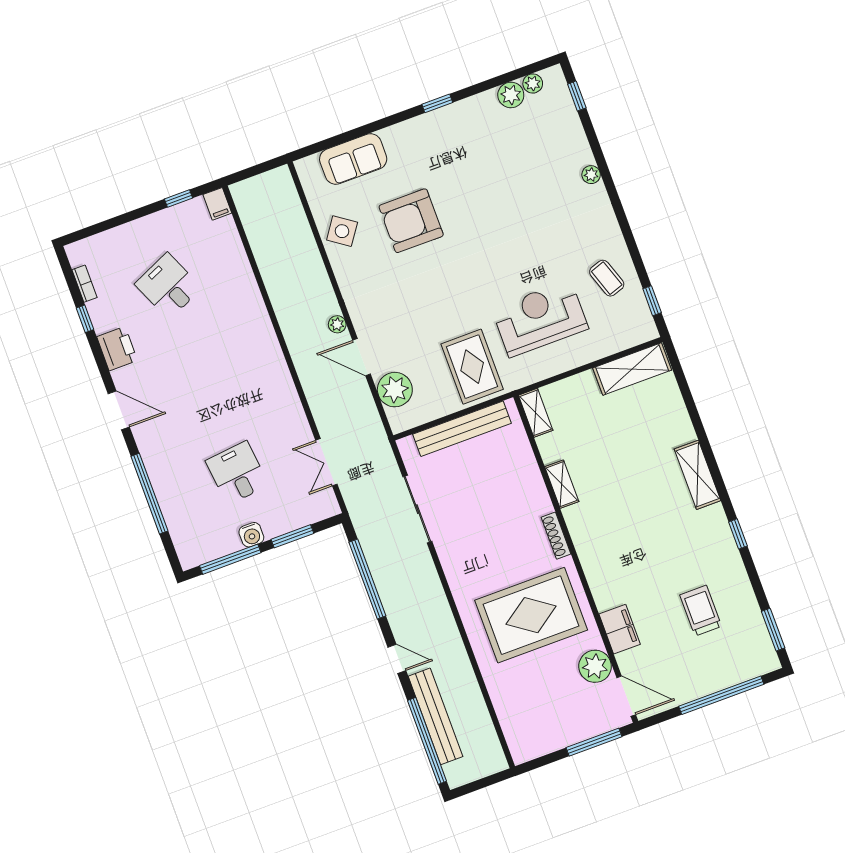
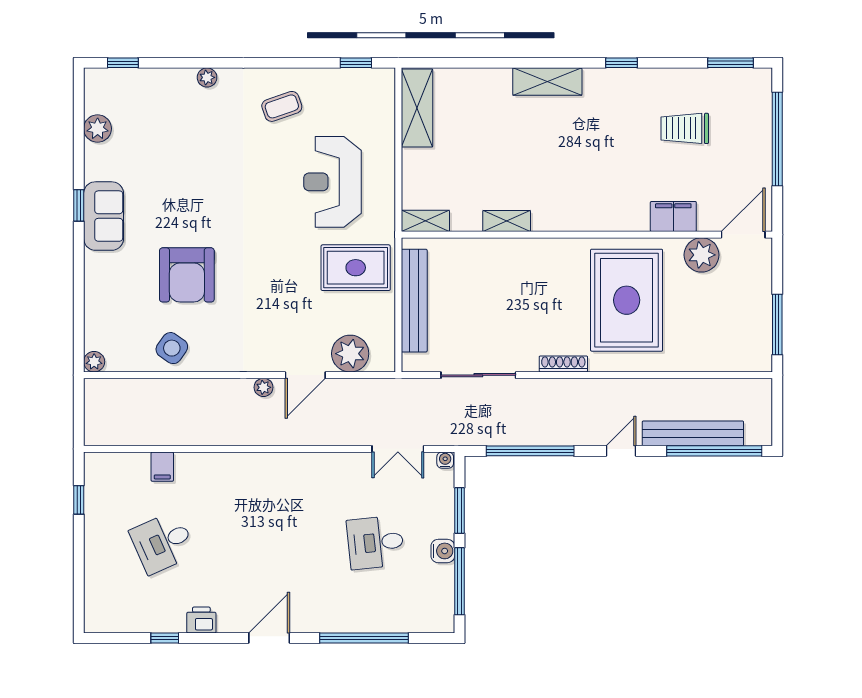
plant: (533, 83) -> (94, 362), moved
sofa: (353, 159) -> (104, 216), moved
filing cabinet: (217, 204) -> (162, 467), moved, turned 90
coffee table: (607, 278) -> (282, 106), moved
bookcase: (84, 284) -> (129, 626), removed
printer: (117, 349) -> (201, 620), width x0.73, depth x0.81
water cooler: (332, 507) -> (445, 460), added
shoe rack: (556, 536) -> (563, 364), moved, turned 180
window: (594, 742) -> (777, 324), moved

